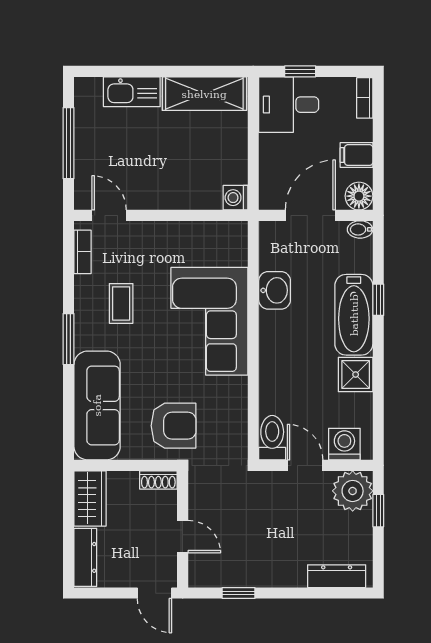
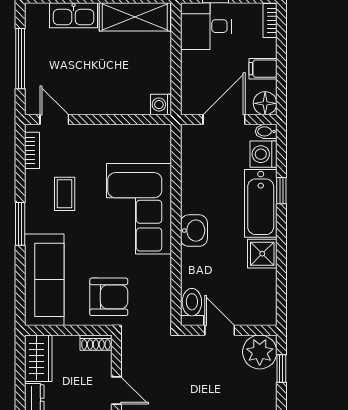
washbasin: (275, 290) -> (194, 231), moved
washing machine: (344, 444) -> (263, 154), moved, turned -90

